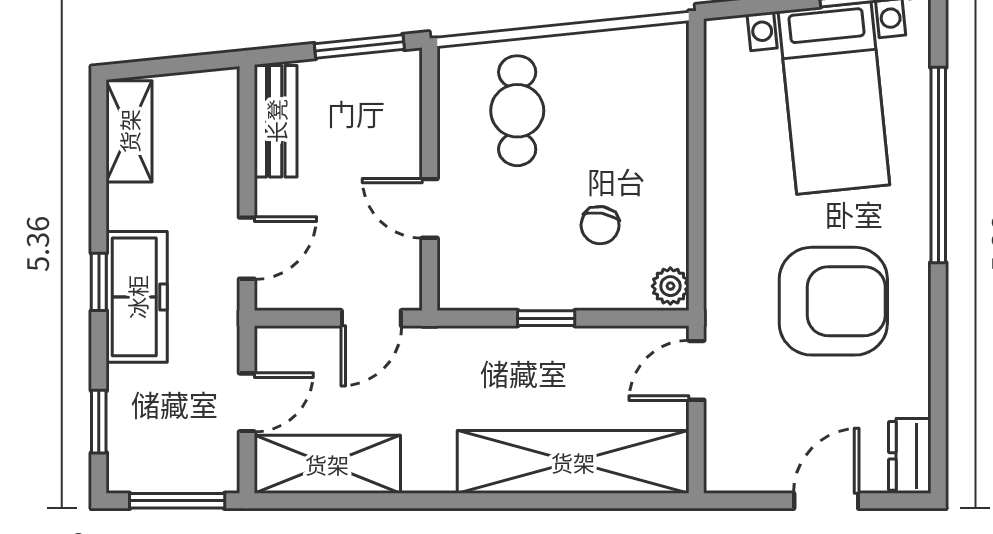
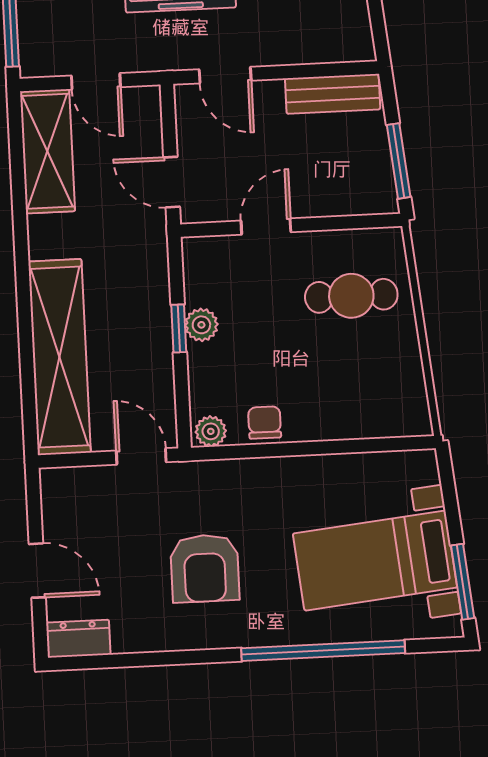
chair: (600, 225) -> (265, 422), moved, turned 80
plant: (543, 291) -> (201, 325), added
armchair: (833, 301) -> (205, 568), width x0.73, depth x0.73

